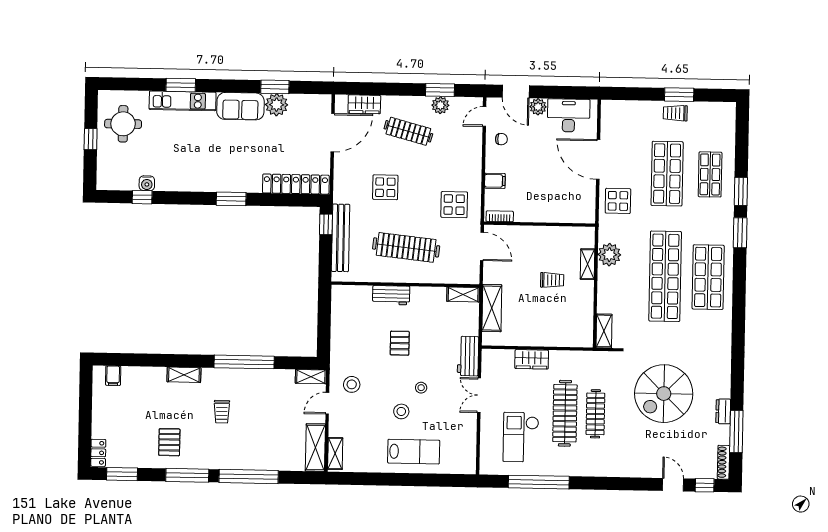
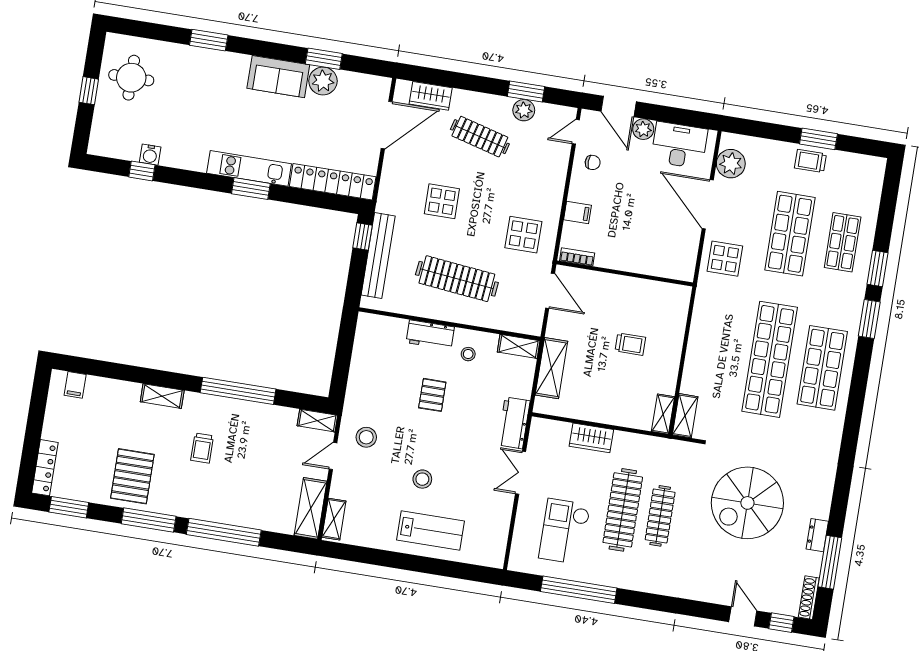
kitchen unit: (183, 101) -> (249, 168), moved, turned 180
plant: (609, 255) -> (731, 164), moved
shelving: (587, 264) -> (663, 414), moved
stool: (421, 388) -> (468, 354), moved
pallet: (169, 442) -> (132, 476), width x1.50, depth x1.42
locker: (98, 453) -> (45, 468), width x1.53

